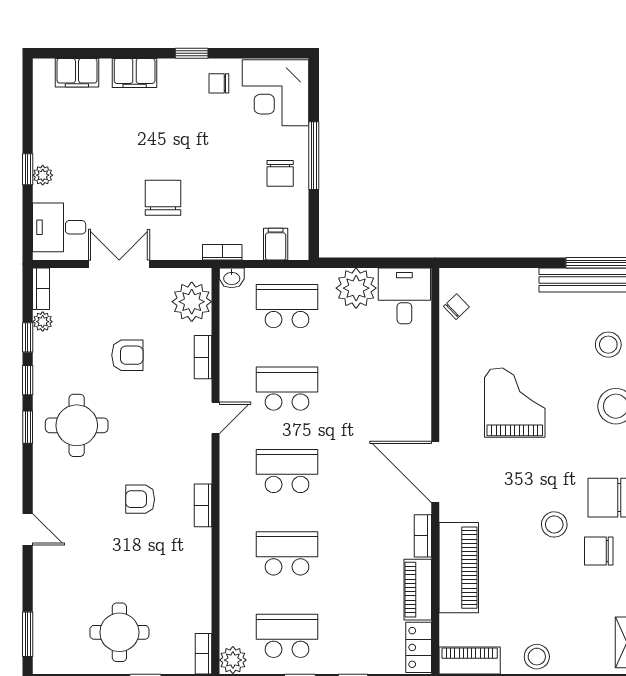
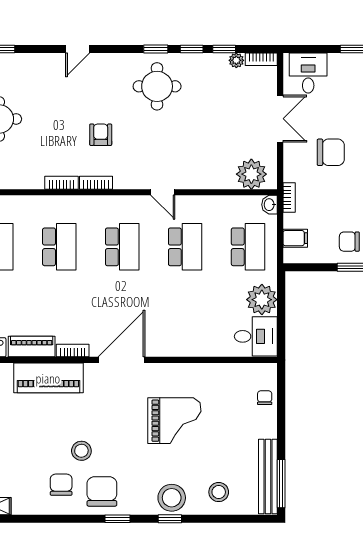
plant: (43, 175) -> (348, 60), removed
chair: (456, 307) -> (265, 398), moved, turned -136
armchair: (127, 355) -> (211, 125), removed
bookcase: (203, 357) -> (61, 183), moved

